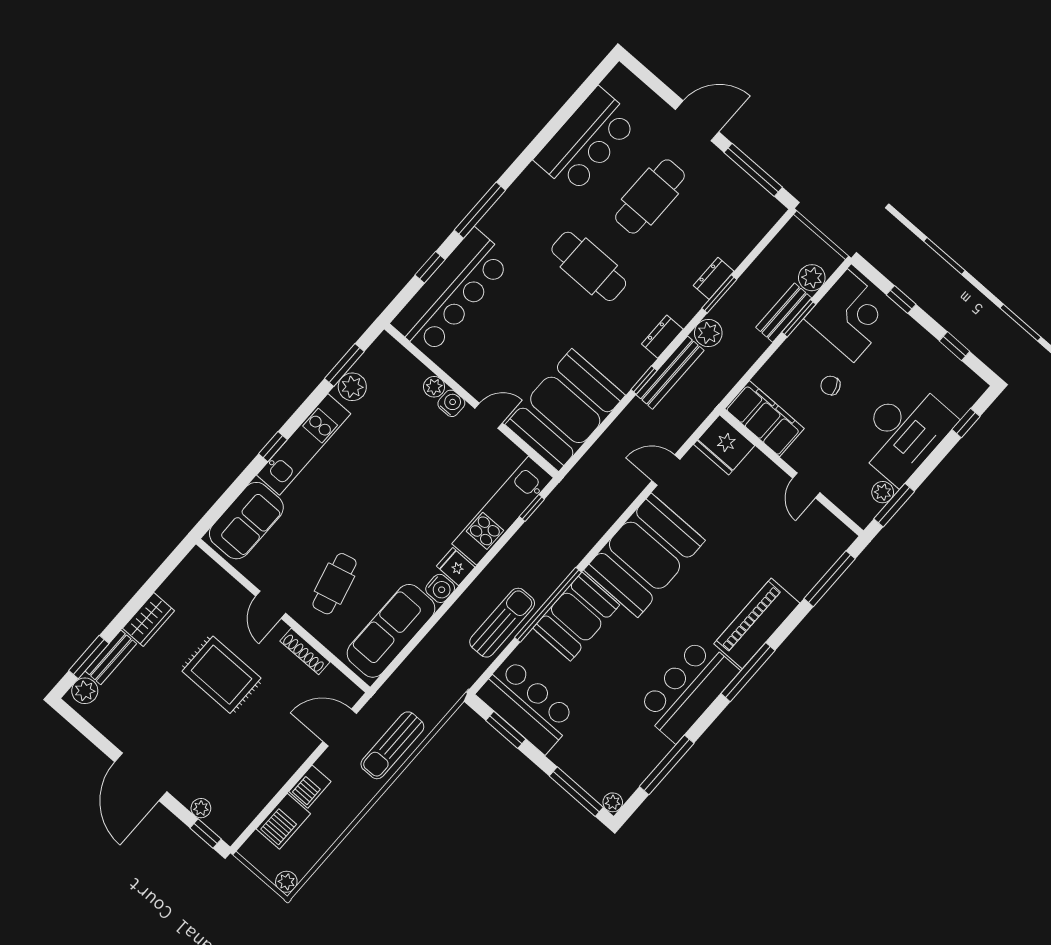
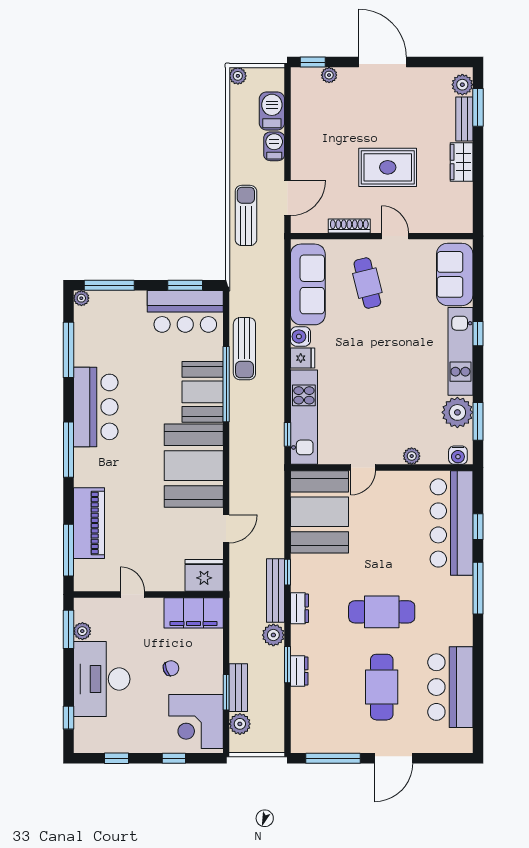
plant: (352, 387) -> (457, 412), width x1.36, depth x1.36
water cooler: (451, 403) -> (458, 455), moved
piano: (757, 623) -> (89, 523), moved

